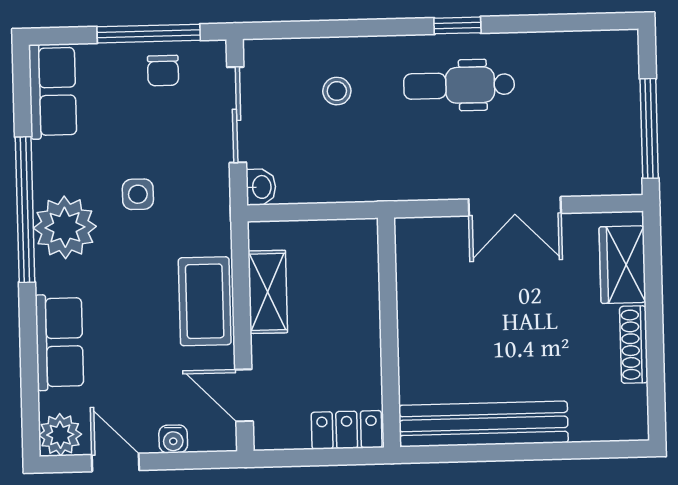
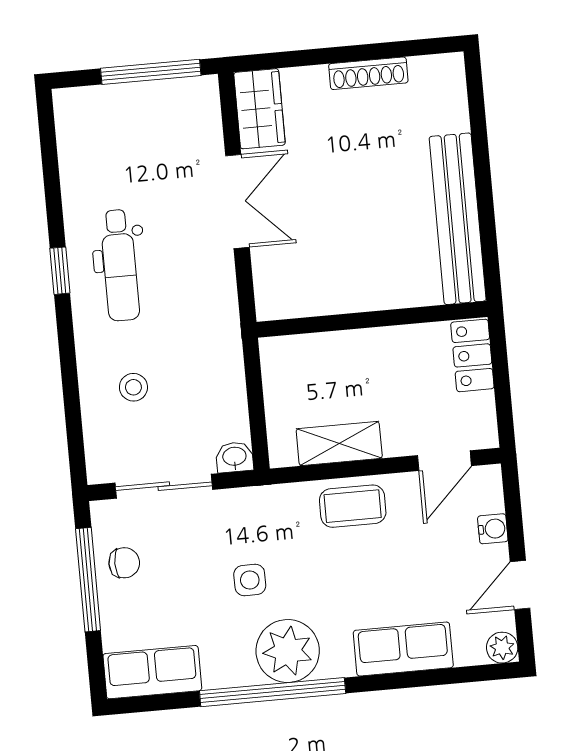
wardrobe: (622, 265) -> (259, 109), moved, turned -90
coffee table: (205, 301) -> (353, 506), width x0.73, depth x0.77
plant: (60, 435) -> (502, 648), width x0.73, depth x0.73

